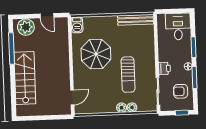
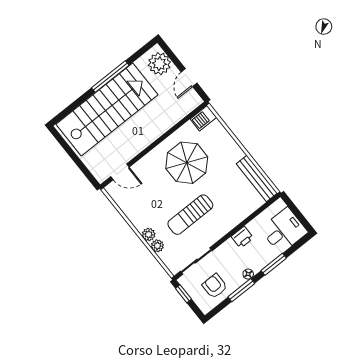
window: (12, 49) -> (110, 77), moved
printer: (164, 68) -> (242, 237), moved
stairs: (25, 78) -> (107, 109), width x1.36, depth x1.51
window: (182, 113) -> (183, 294), moved

